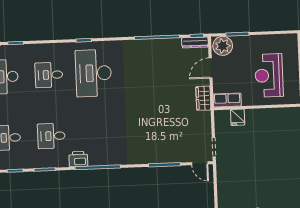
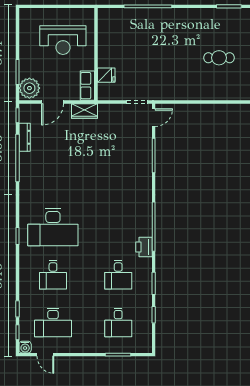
dresser: (195, 42) -> (25, 137), moved
door: (211, 68) -> (53, 102), hinge flipped

